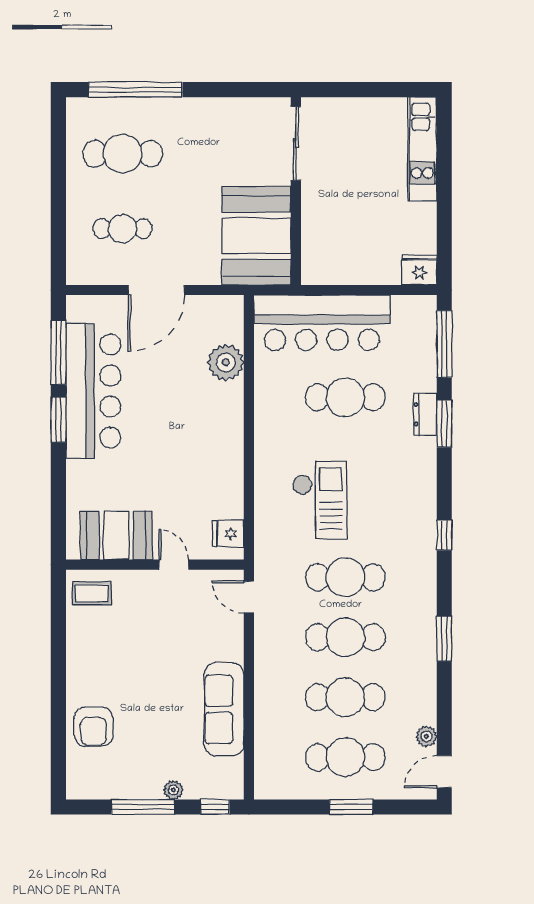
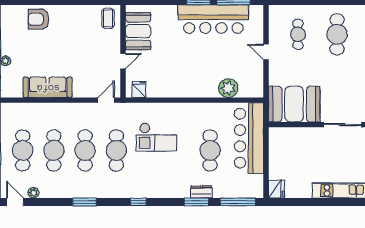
door: (156, 290) -> (266, 52), width x0.53

